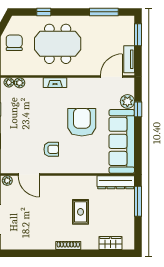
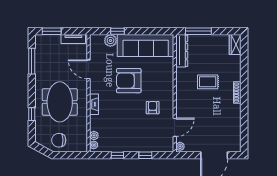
door: (111, 77) -> (88, 69), moved
wardrobe: (110, 243) -> (235, 44), moved

